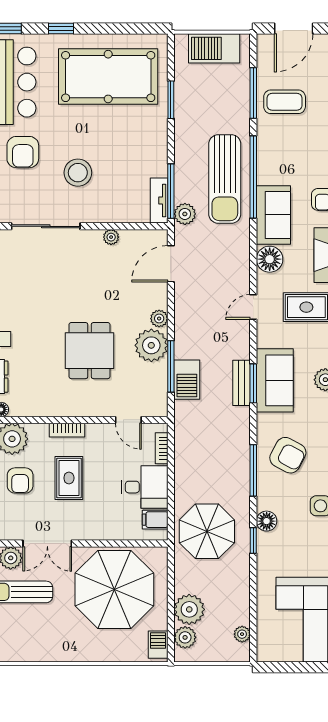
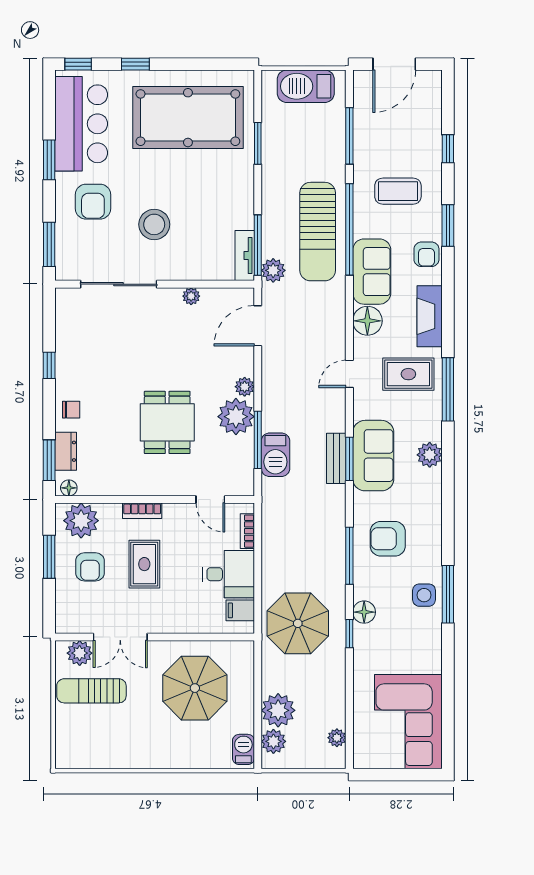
coffee table: (285, 102) -> (398, 191), moved
armchair: (288, 455) -> (388, 539), turned 152
parasol: (114, 589) -> (195, 688), width x0.73, depth x0.73

